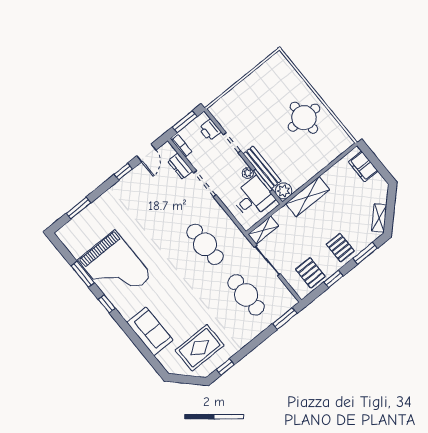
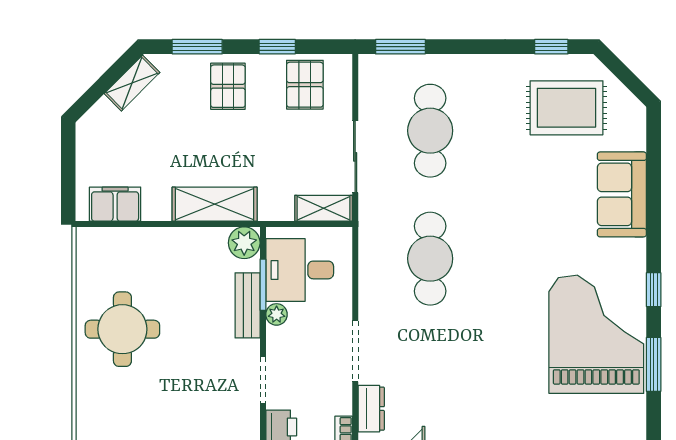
filing cabinet: (363, 166) -> (115, 204), moved, turned -90
bench: (262, 167) -> (248, 305), width x0.73

